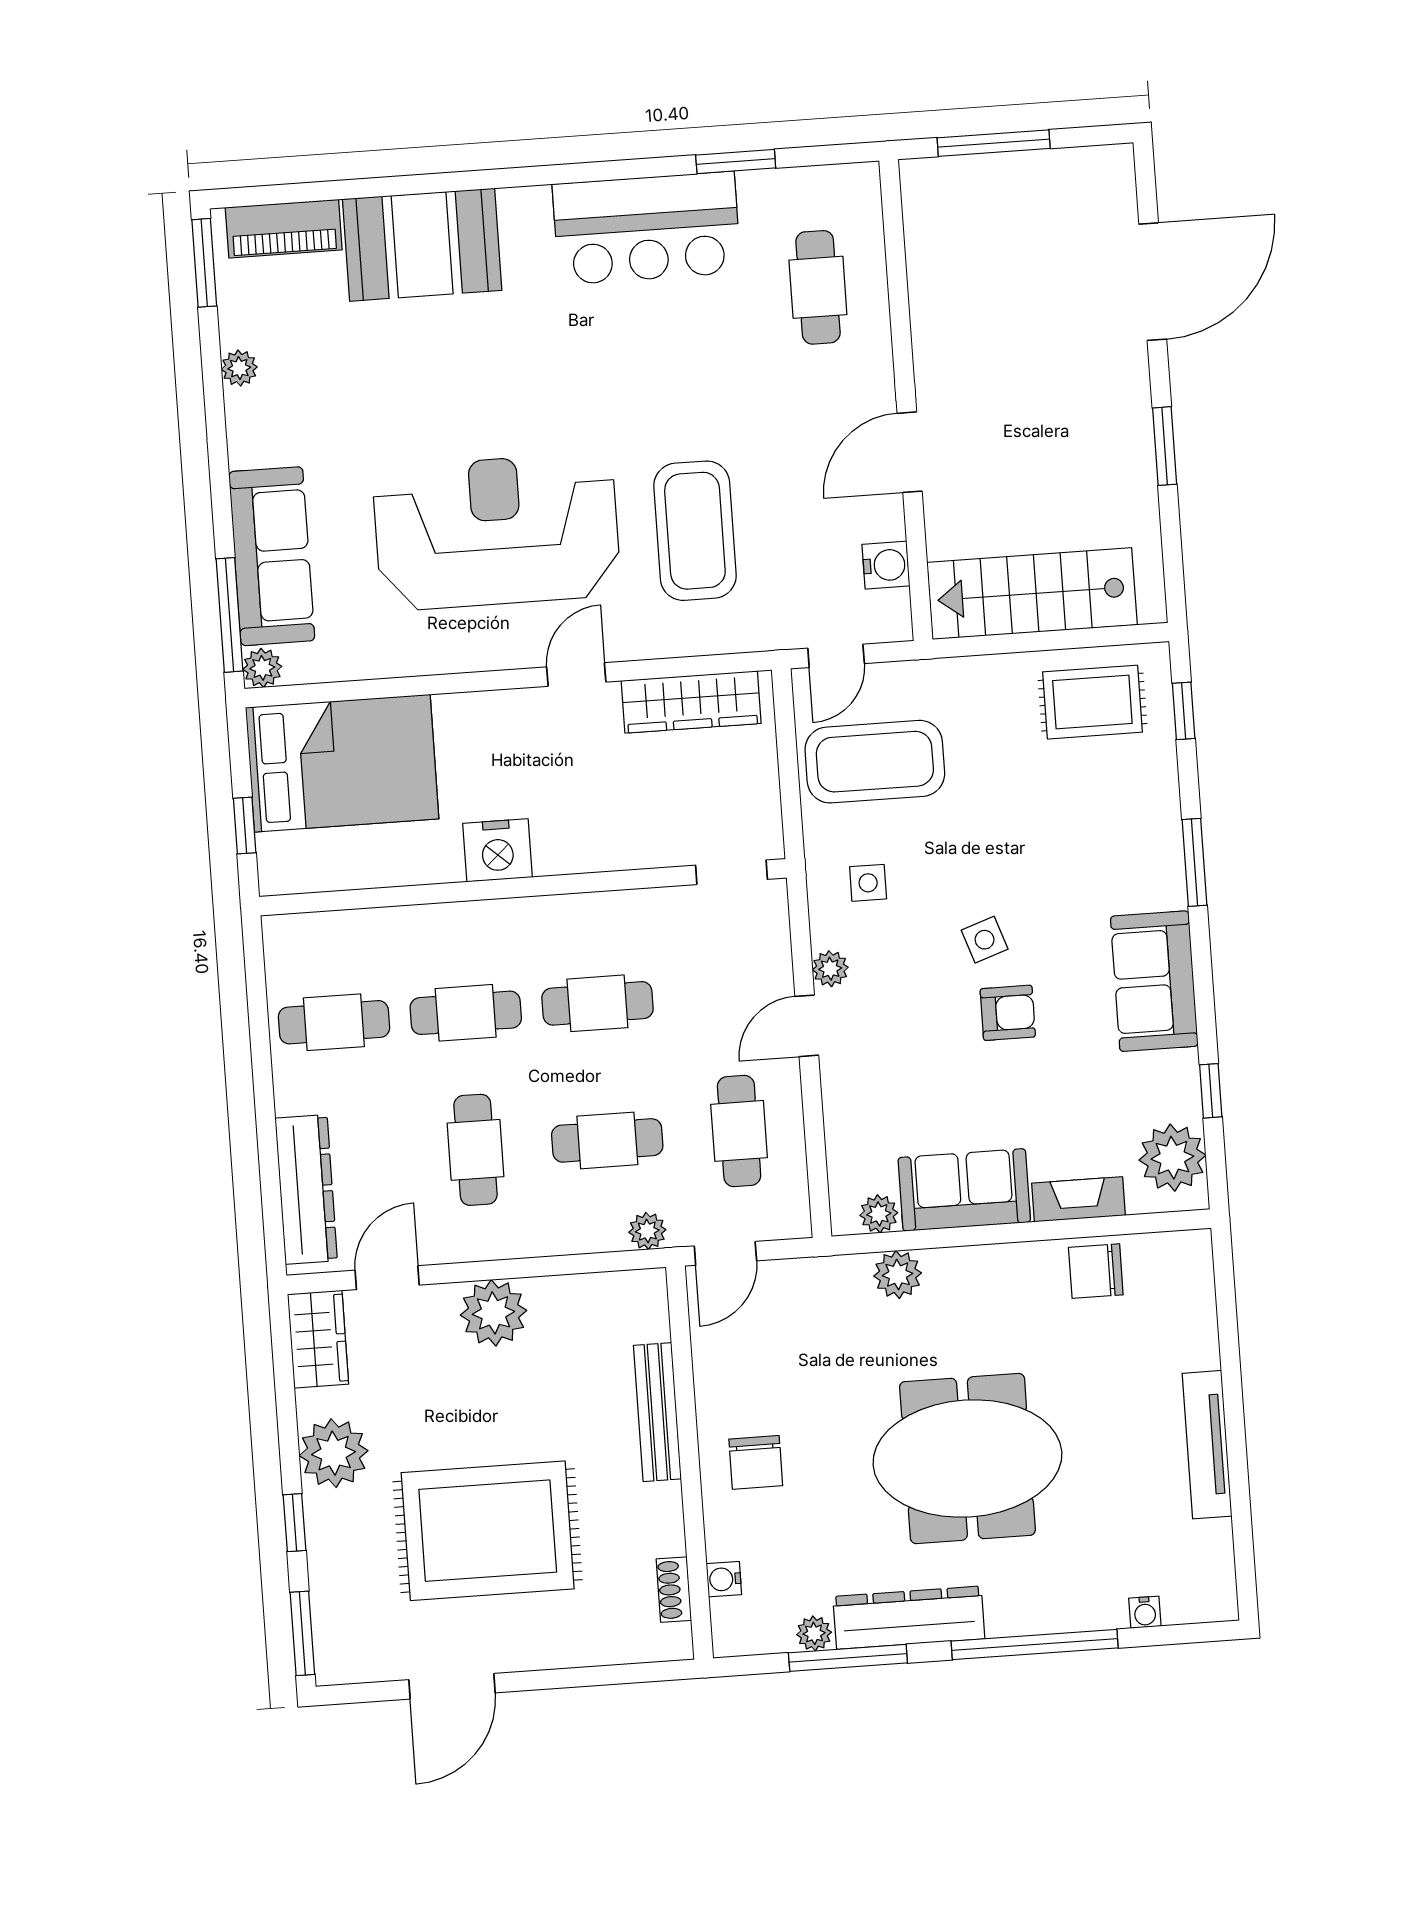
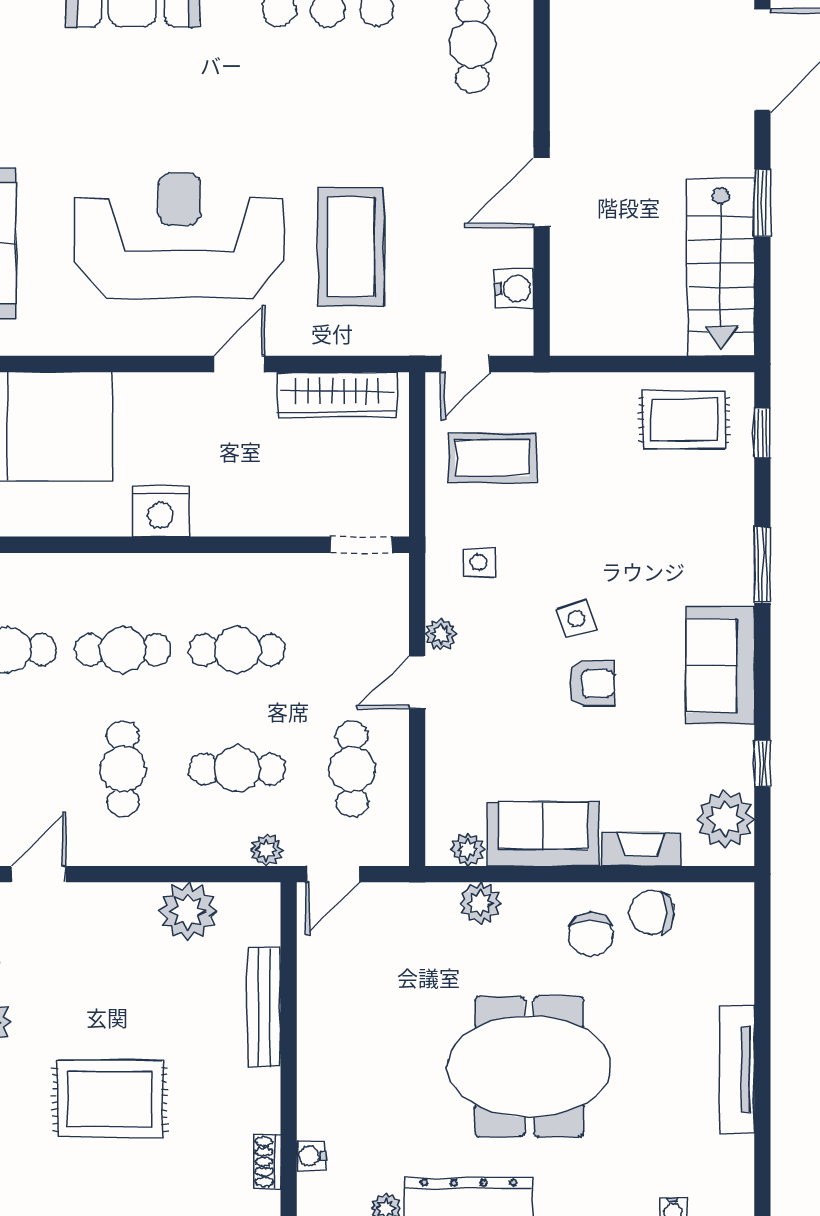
stairs: (1032, 594) -> (721, 267), moved, turned -90
coffee table: (875, 762) -> (492, 458), width x0.73, depth x0.76
plant: (494, 1313) -> (188, 911), moved
chair: (756, 1462) -> (591, 934), moved
rug: (488, 1531) -> (110, 1099), width x0.73, depth x0.69

